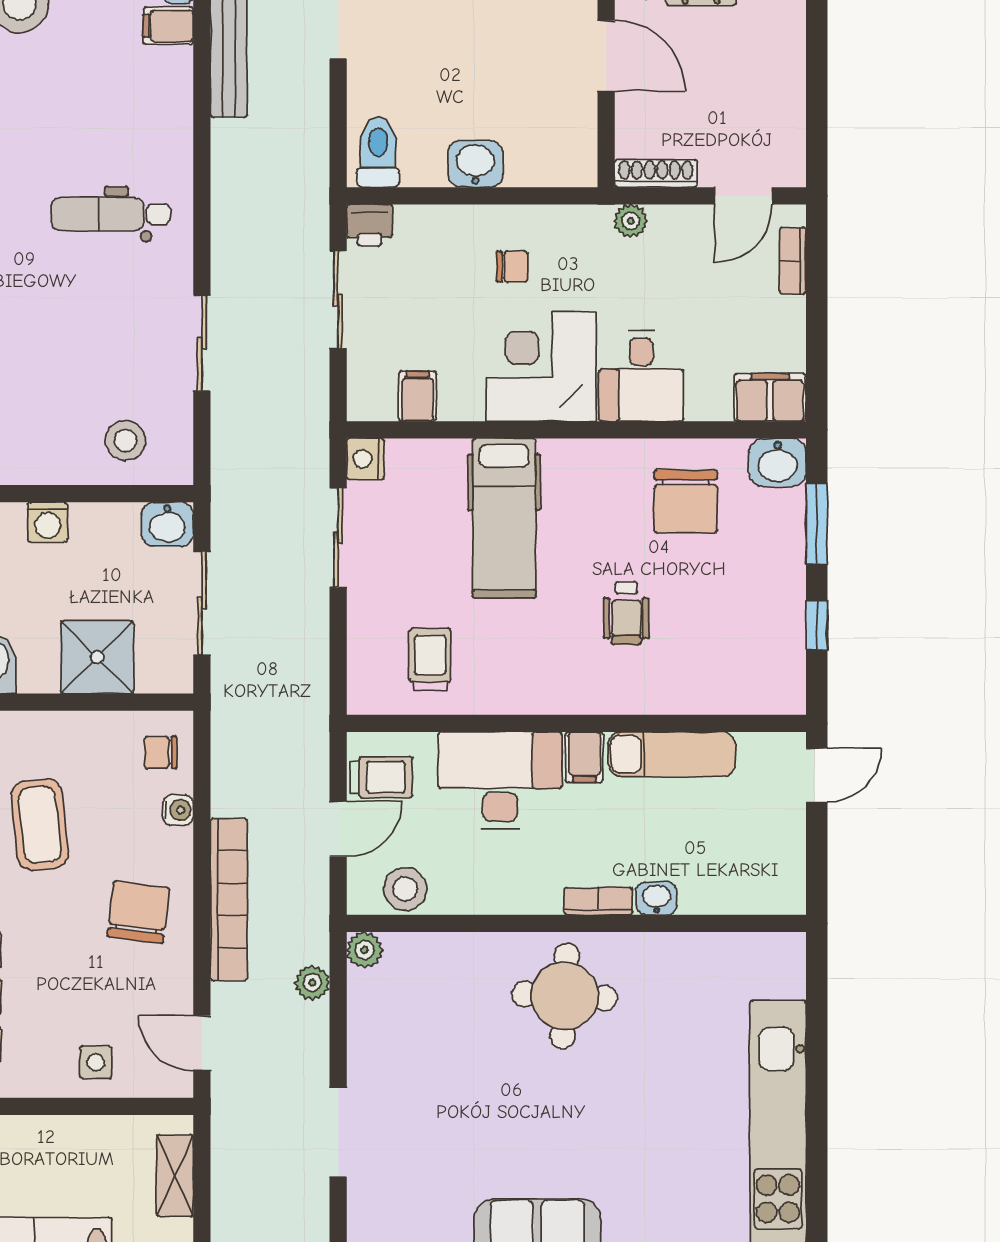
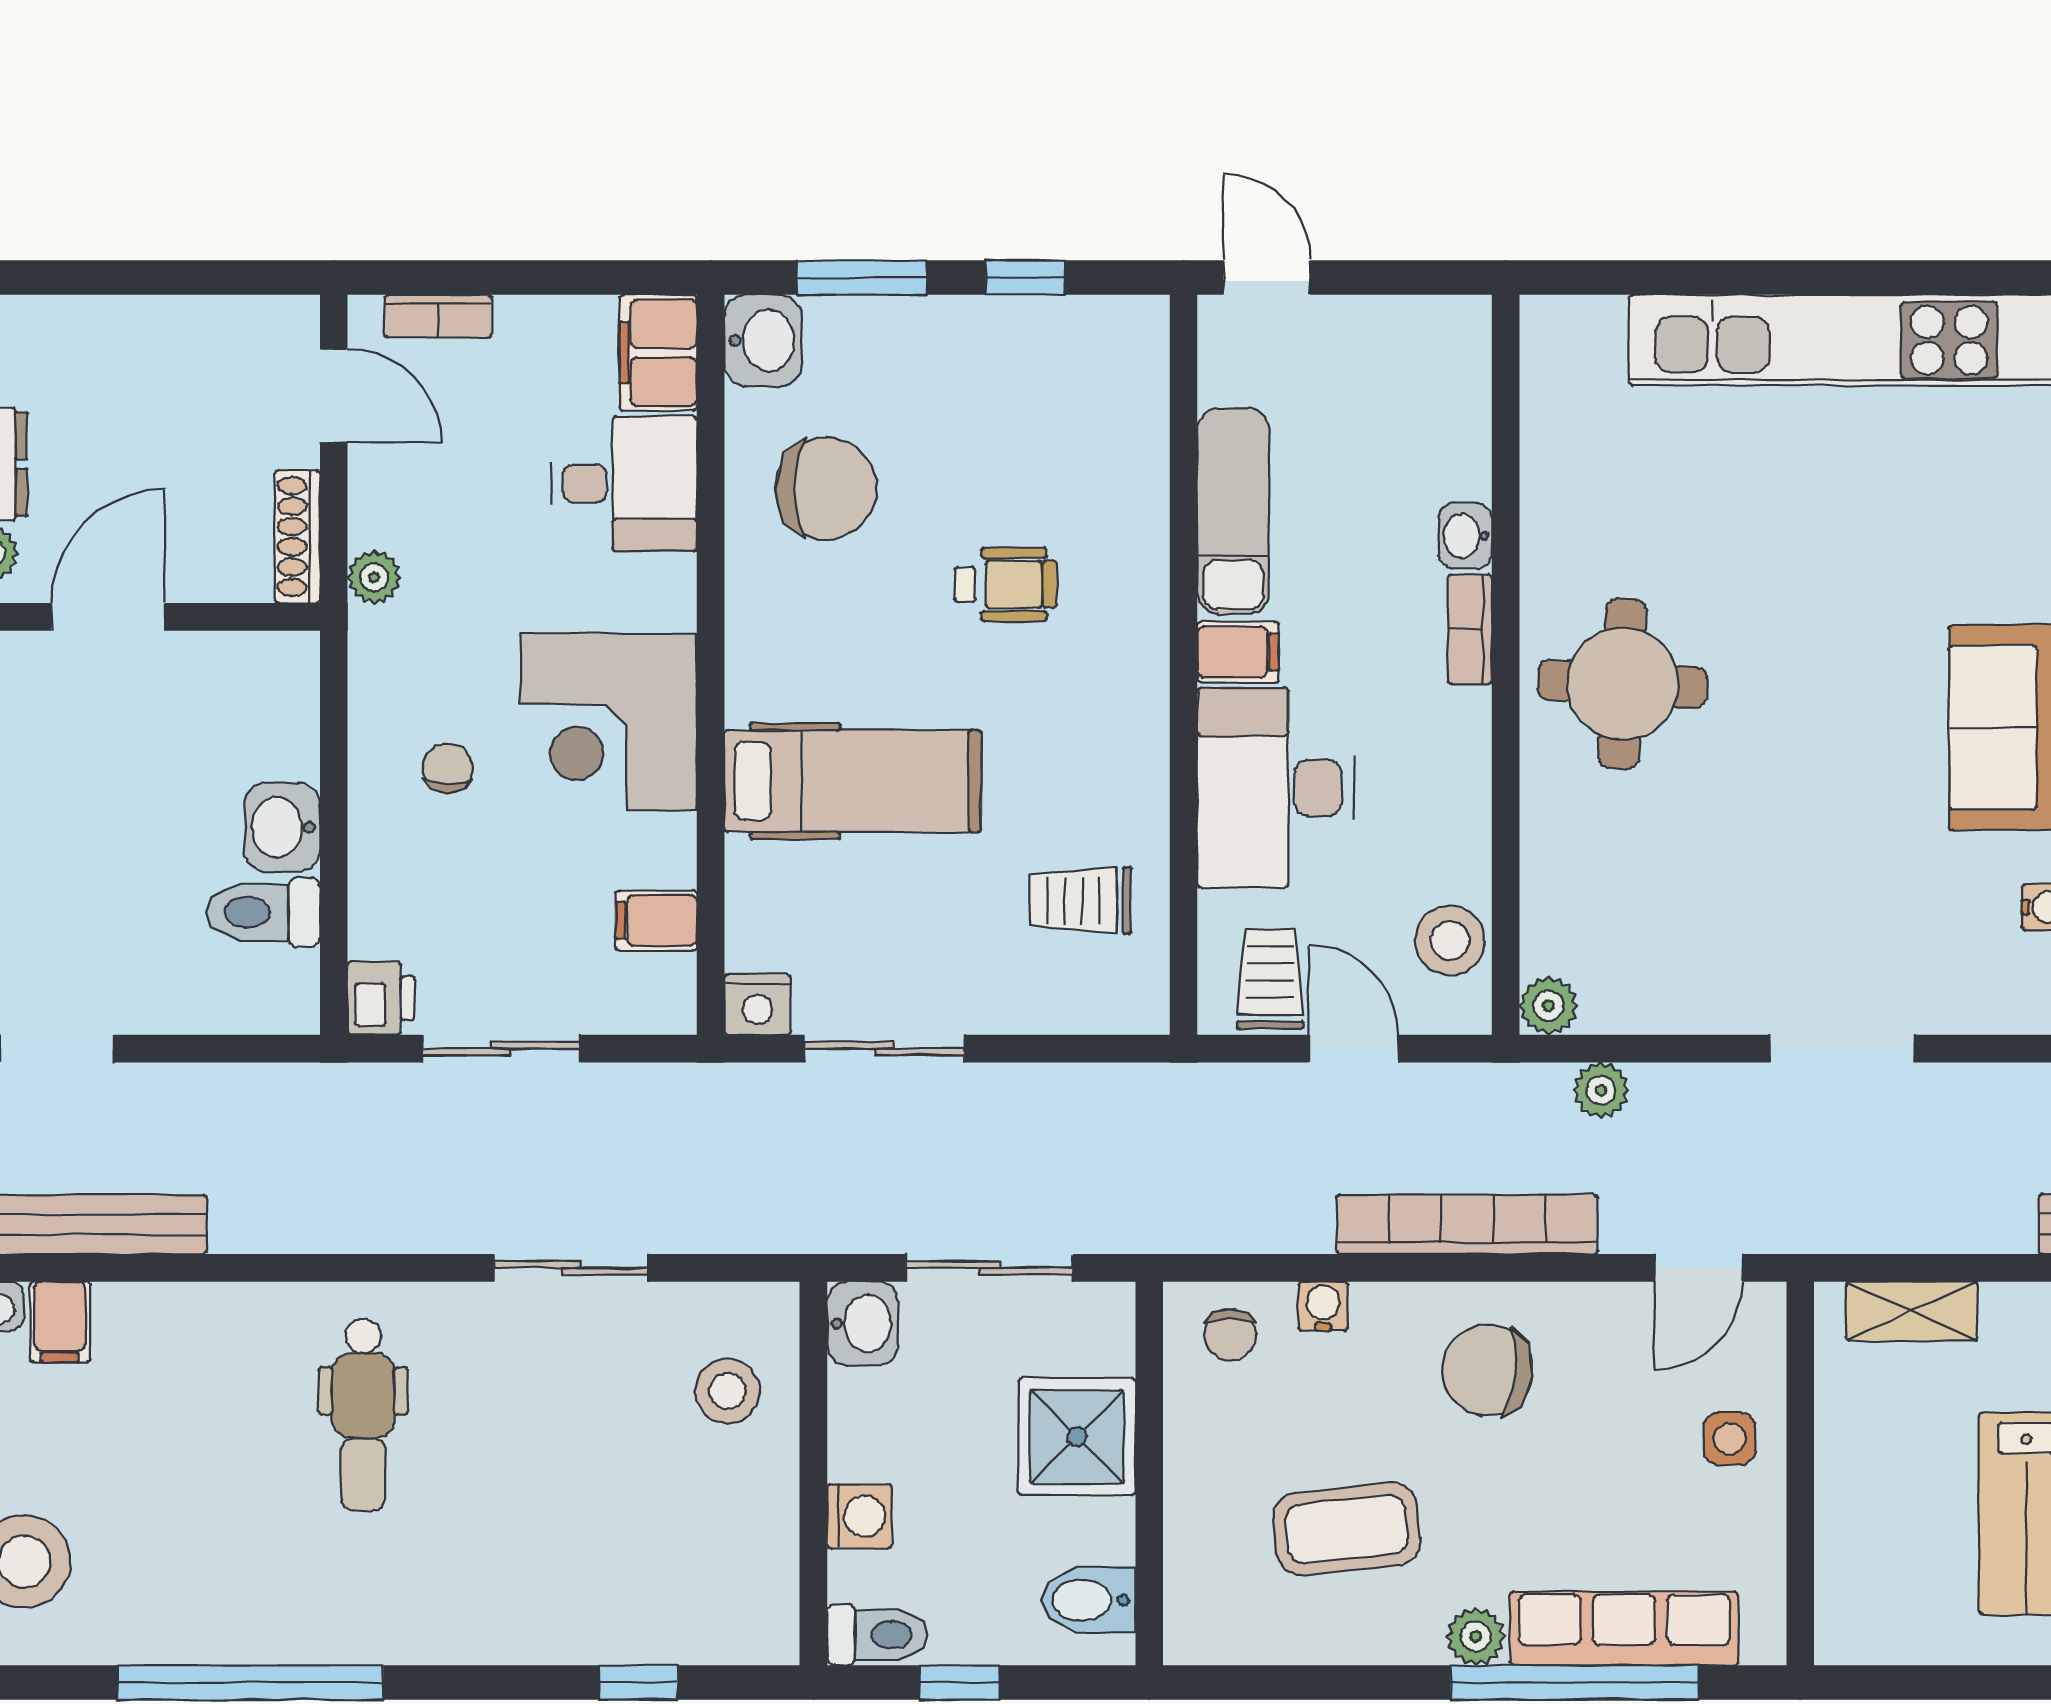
toilet: (378, 152) -> (263, 912), moved
desk: (641, 376) -> (624, 484), moved

